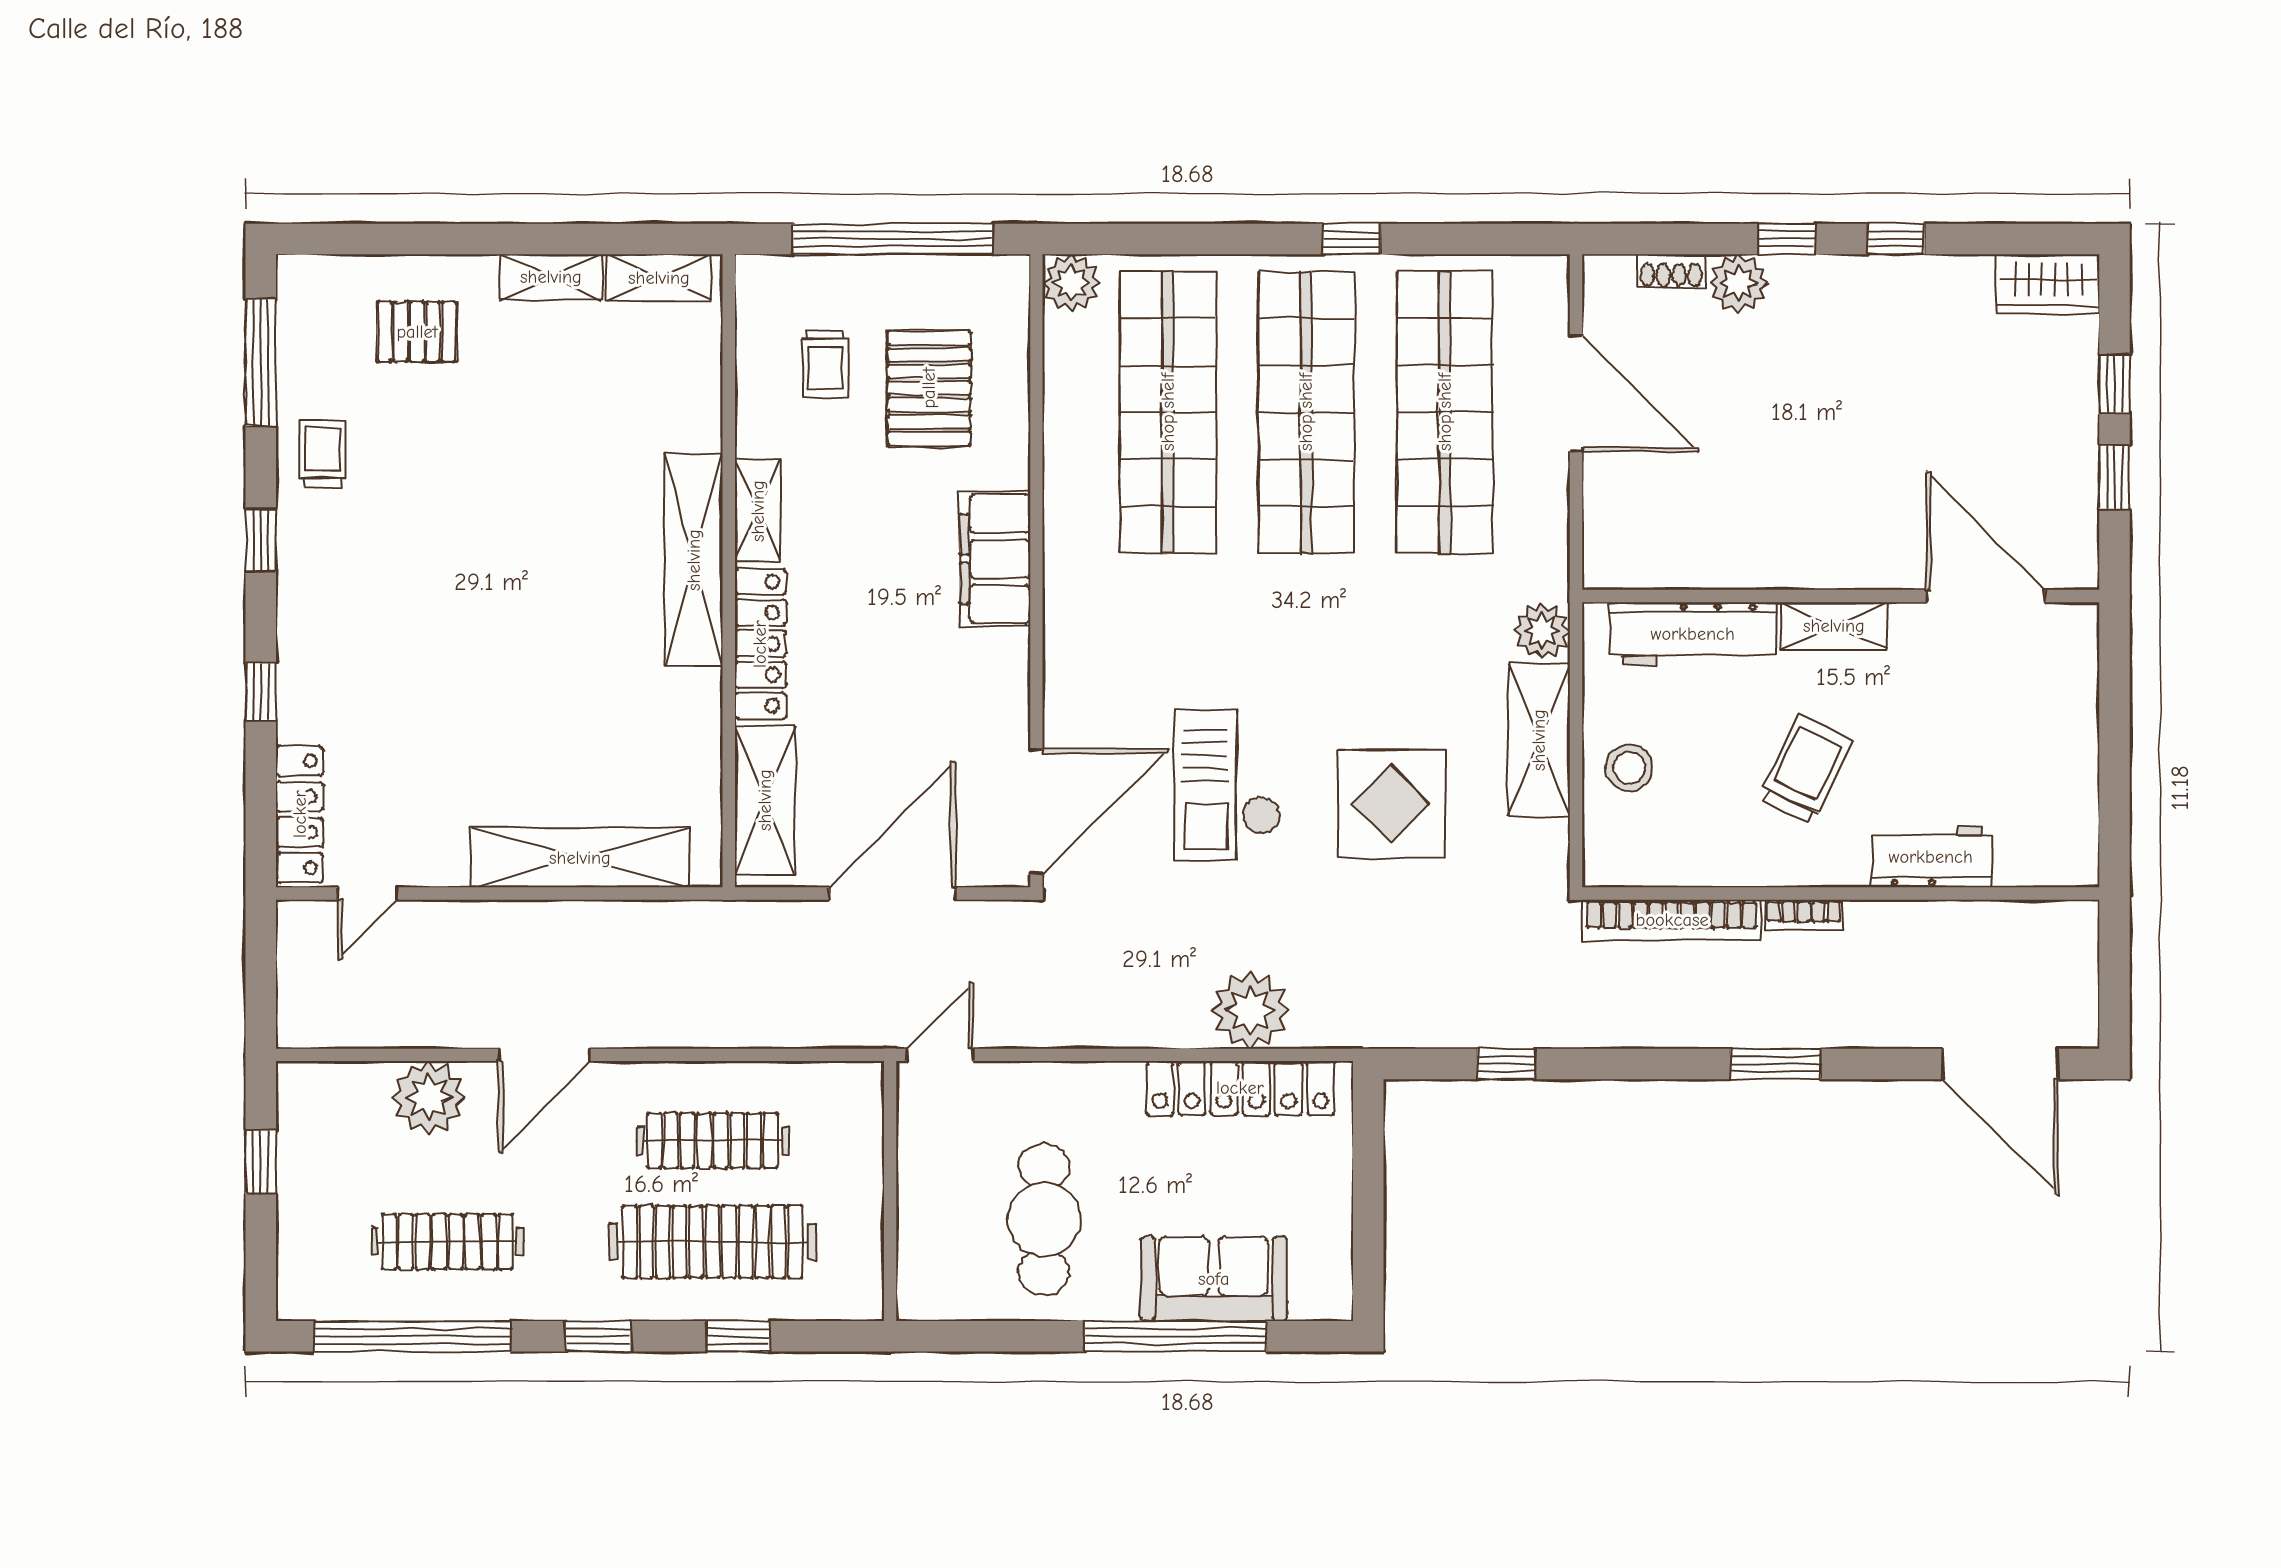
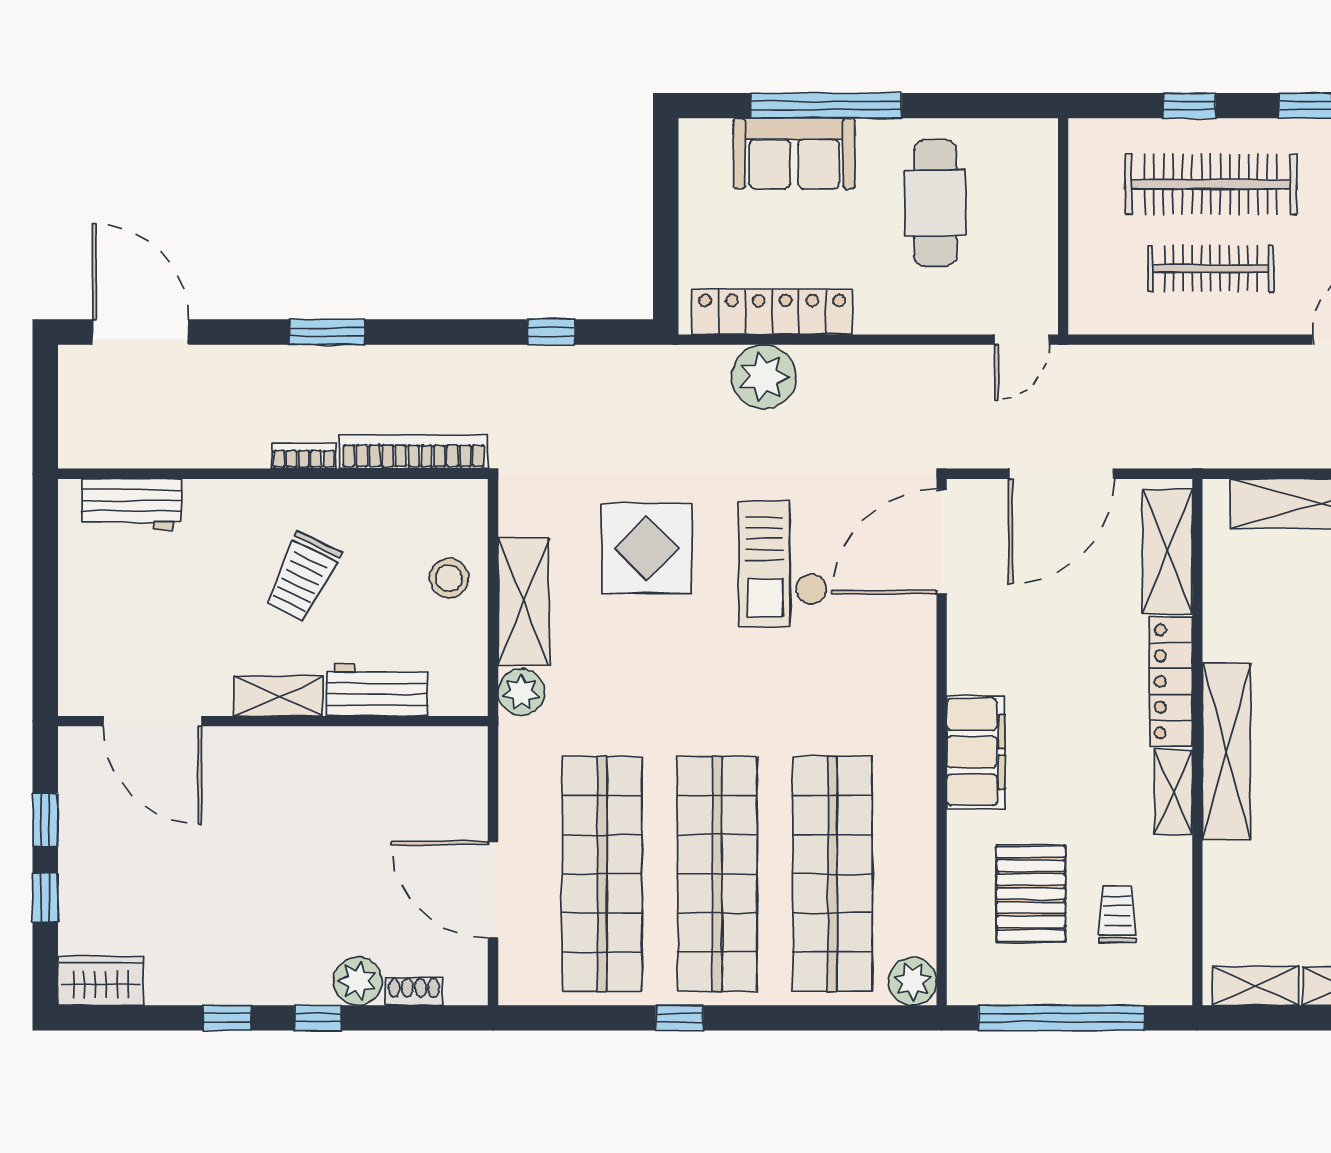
workbench: (1693, 634) -> (377, 690), width x0.73
checkout: (1227, 785) -> (783, 564), turned 180
workbench: (1931, 857) -> (132, 505), moved

